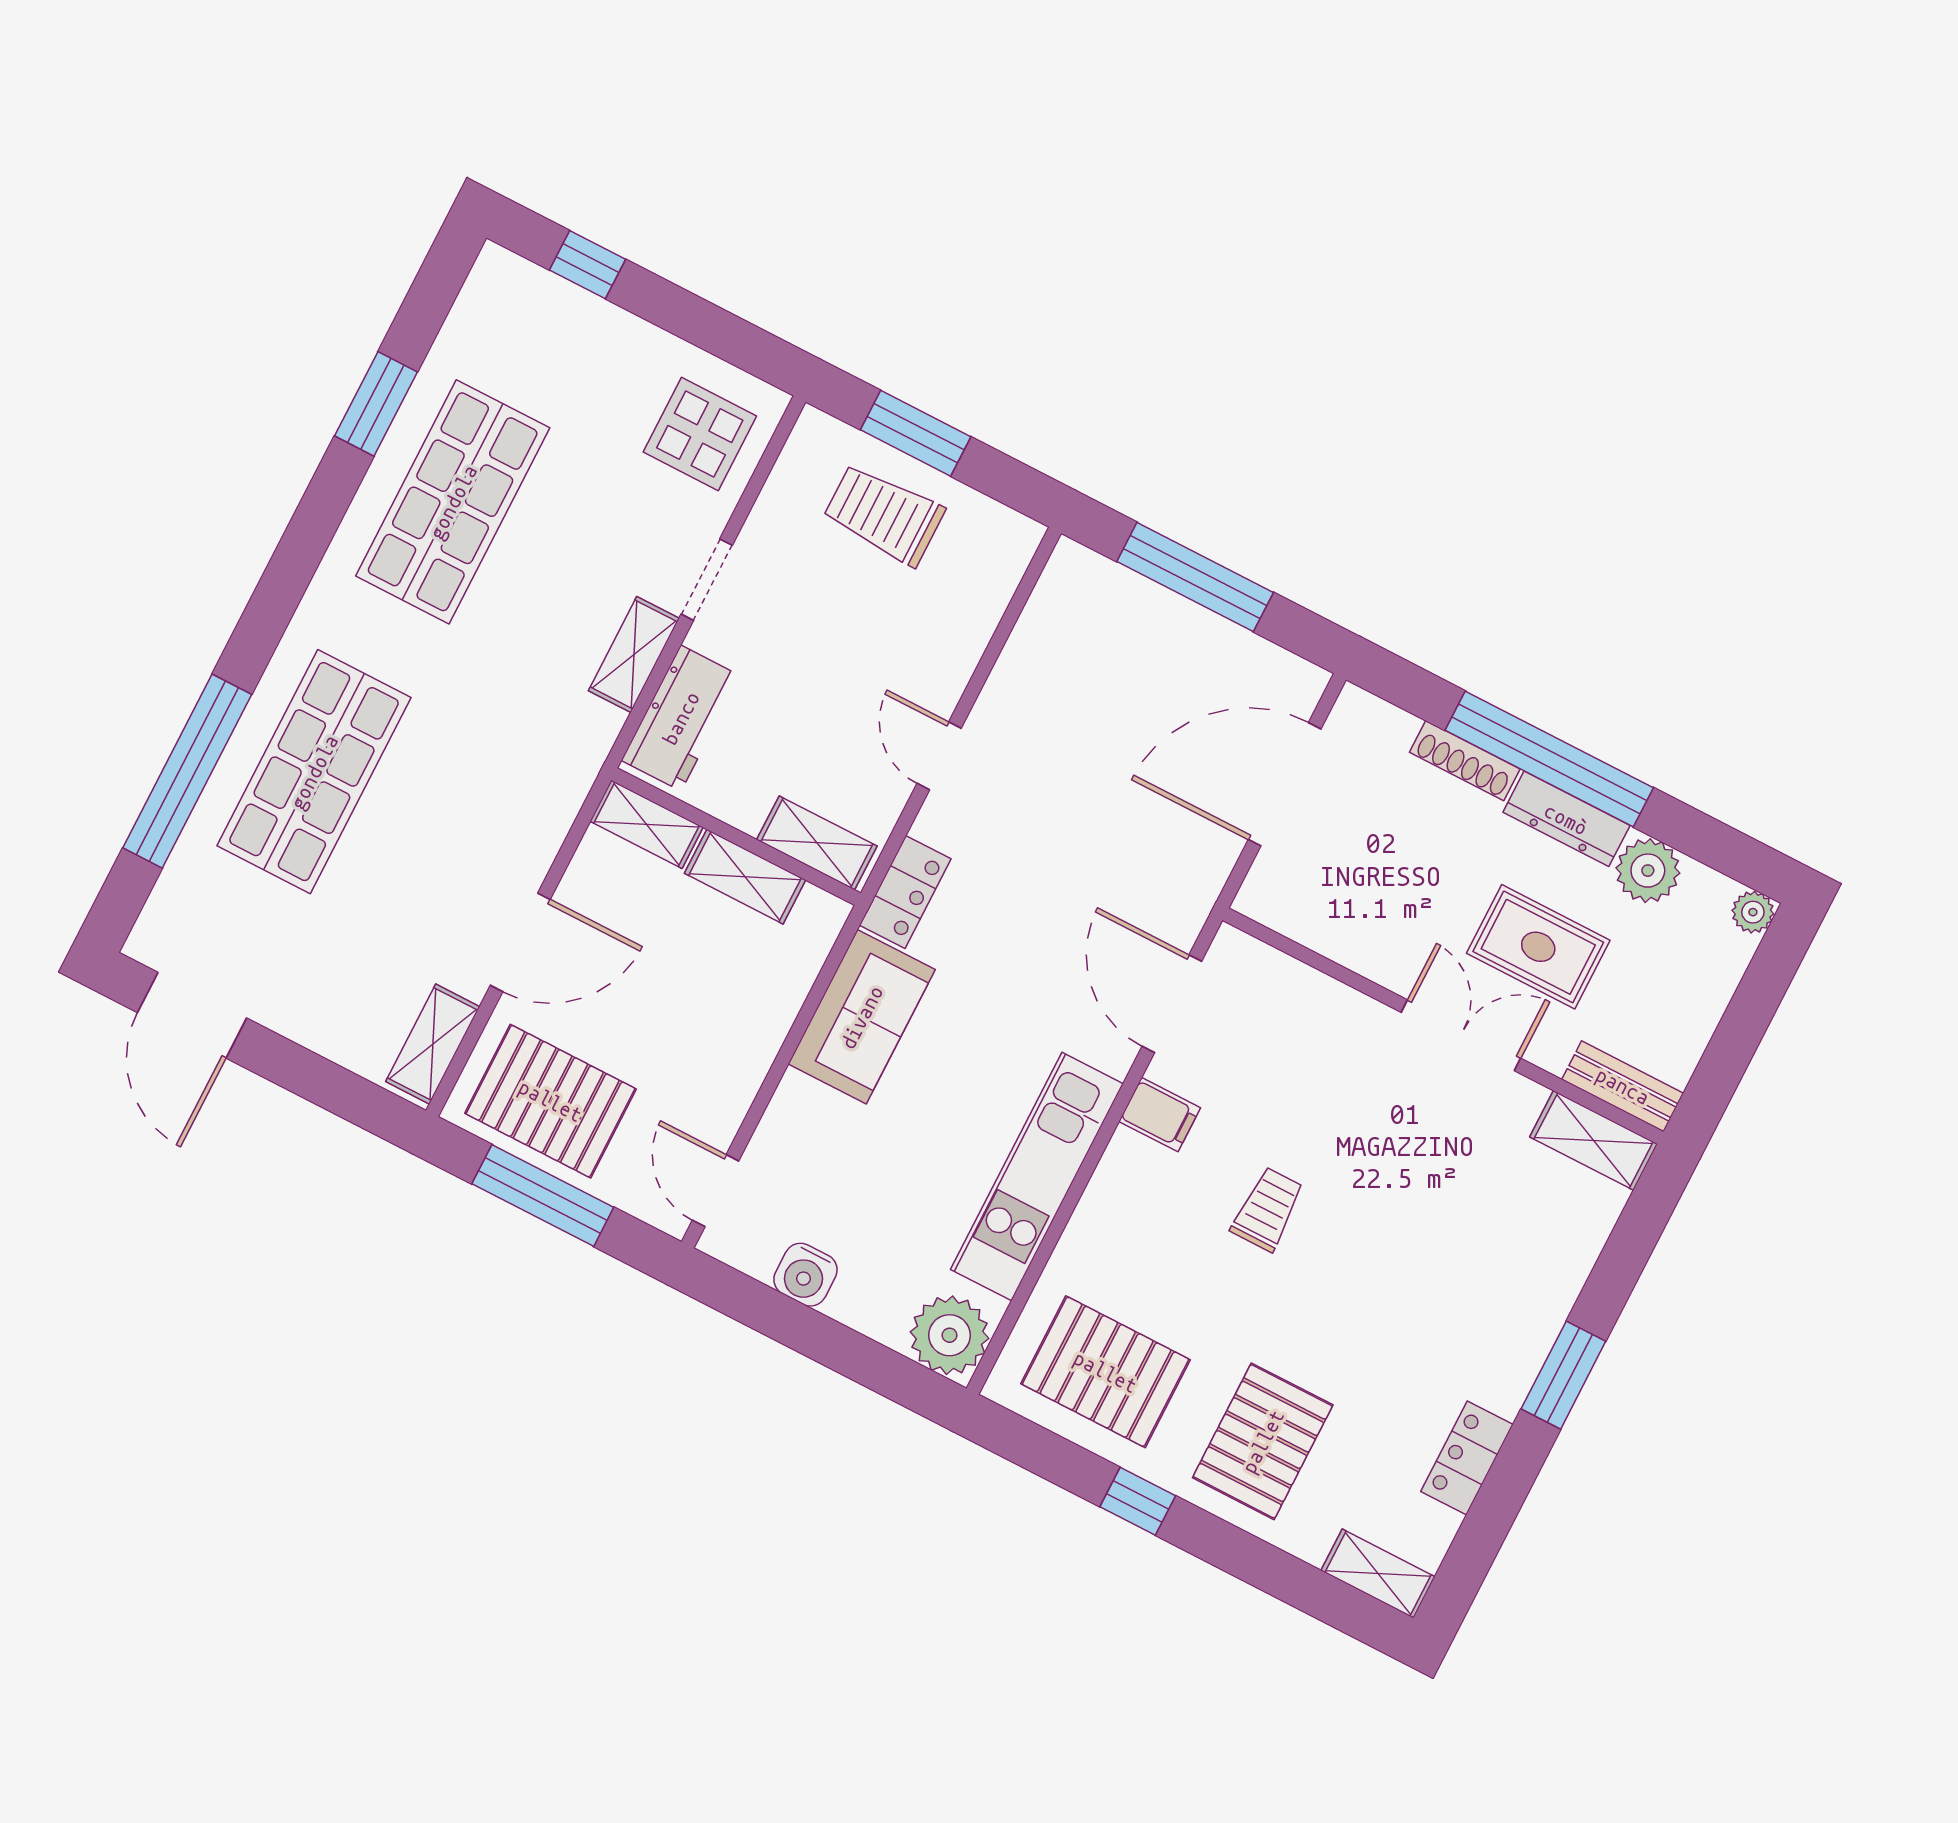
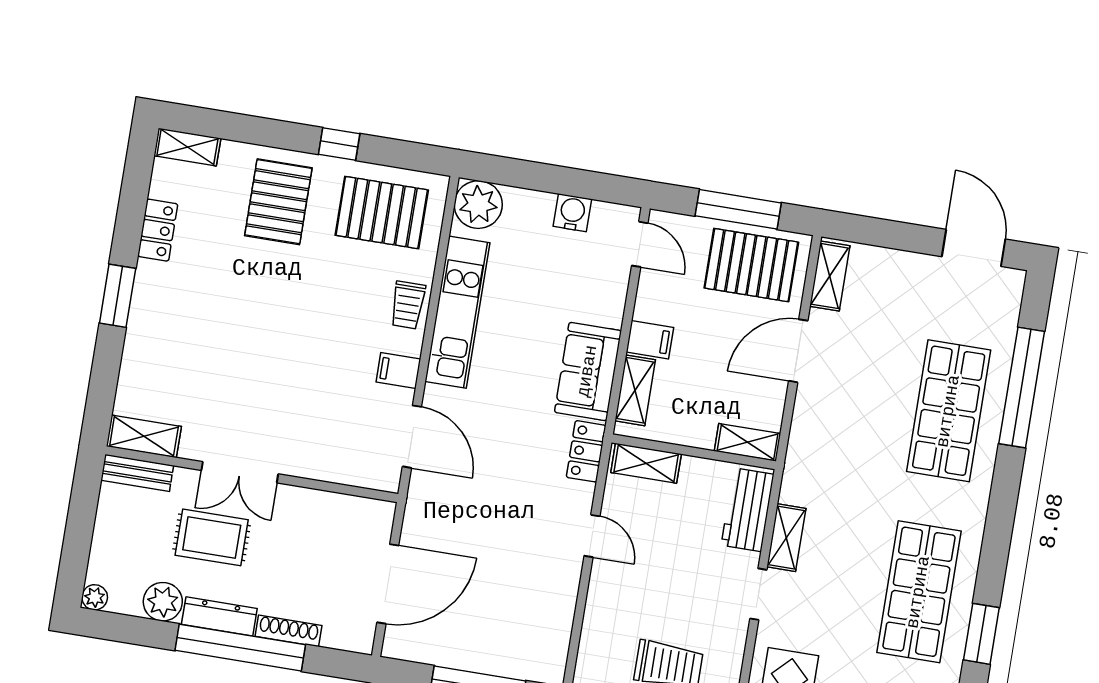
shelving: (745, 877) -> (635, 390), moved, turned 90
filing cabinet: (748, 1035) -> (650, 340), added
trolley: (1267, 1209) -> (408, 305), moved

